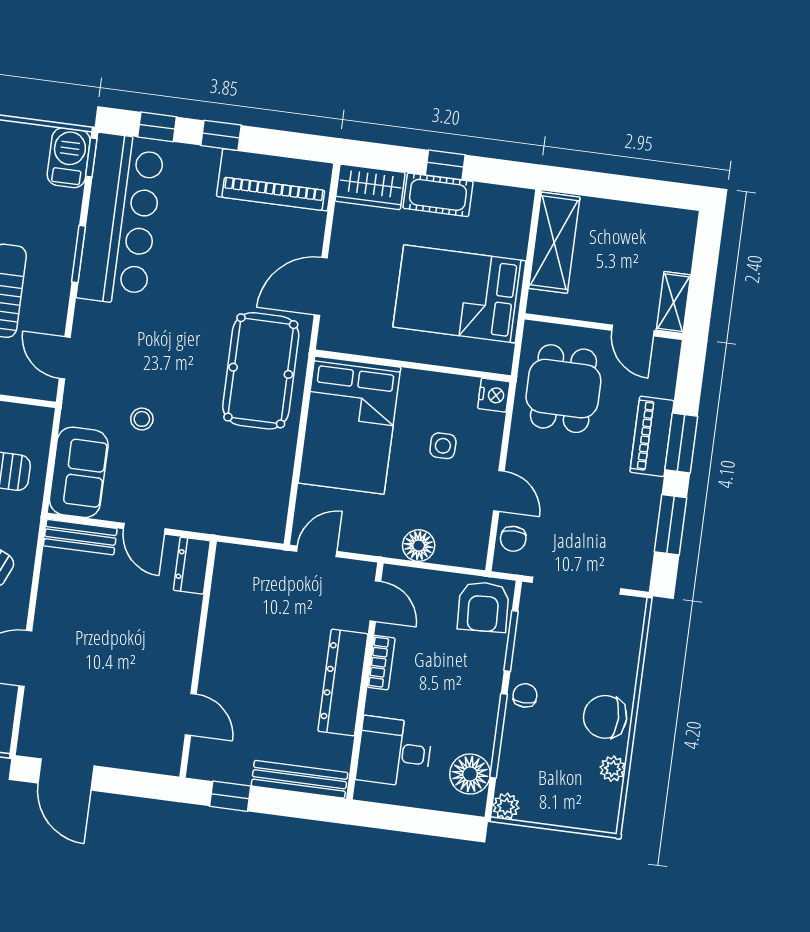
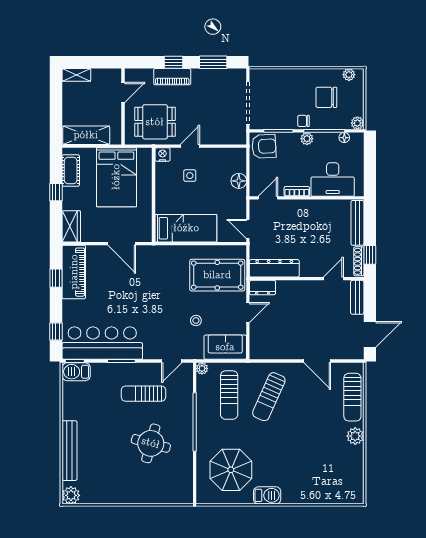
window: (221, 135) -> (56, 278), moved
cot: (438, 195) -> (71, 170), moved
shelving: (673, 303) -> (76, 75), moved
pool table: (261, 371) -> (217, 275), moved
plant: (41, 419) -> (202, 368), added
bed: (349, 425) -> (186, 228), width x0.67
window: (681, 443) -> (174, 62), width x0.67
door: (499, 491) -> (190, 146), moved
bench: (80, 537) -> (357, 297), moved
chair: (513, 539) -> (230, 136), removed
dresser: (343, 683) -> (274, 268), moved, turned 180
plant: (487, 698) -> (307, 139), added
chair: (605, 717) -> (326, 97), moved, turned 90
desk: (394, 752) -> (333, 180), width x1.37
plant: (613, 769) -> (349, 75), moved
shoe rack: (220, 772) -> (359, 261), added
floor lamp: (470, 774) -> (344, 138), width x0.53, depth x0.53

